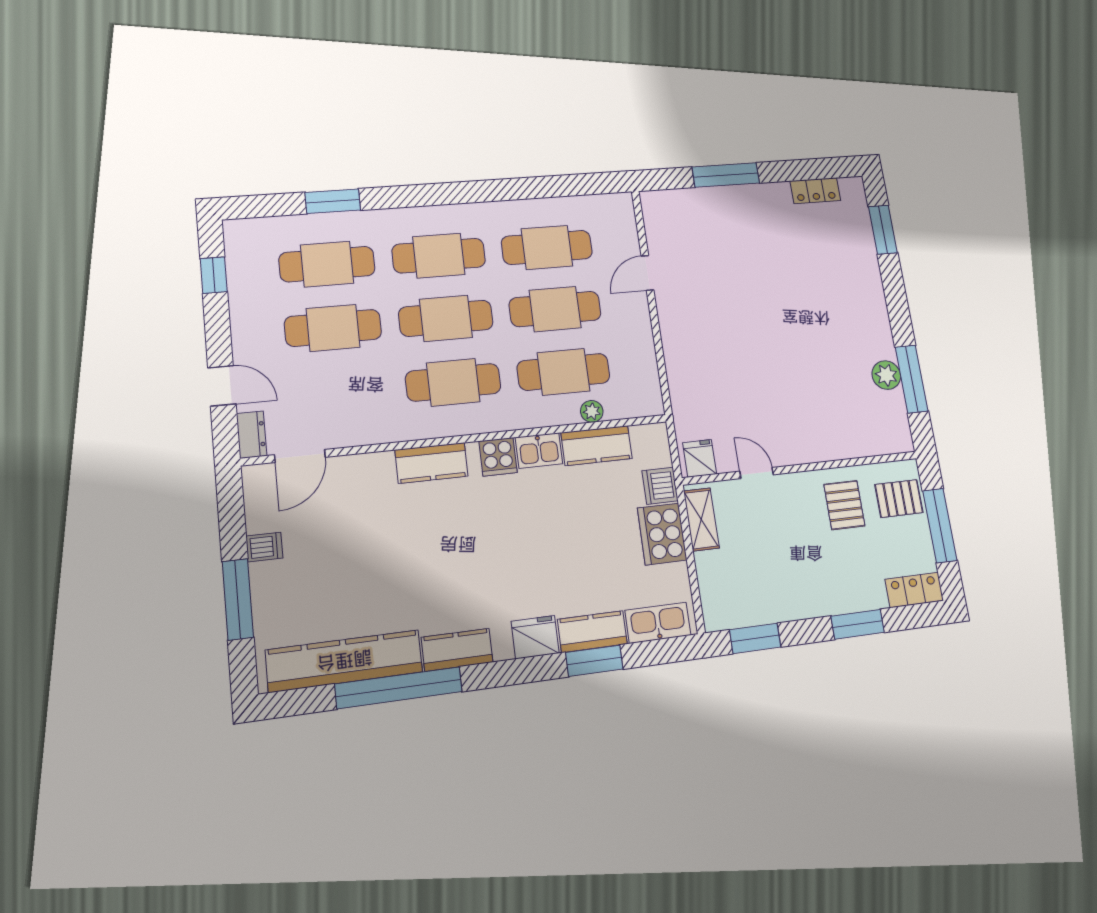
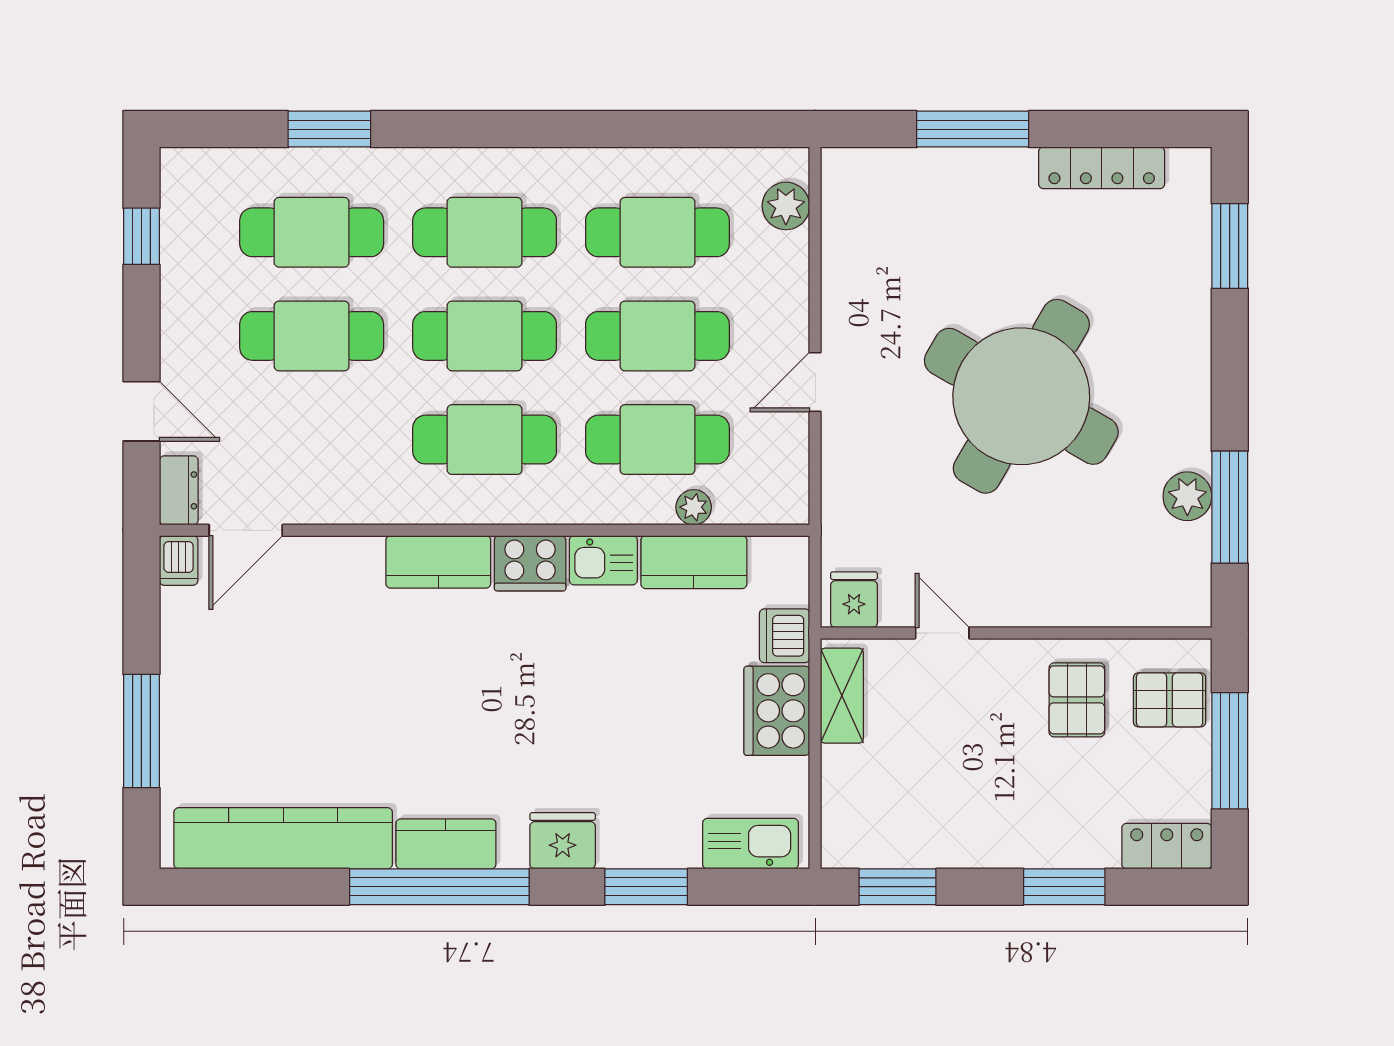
locker: (815, 191) -> (1102, 168), width x1.53
plant: (623, 226) -> (786, 206), added
door: (647, 273) -> (815, 382), moved
round table: (780, 326) -> (1021, 396), added
cooker: (498, 457) -> (530, 563), width x1.36
dishwasher: (264, 547) -> (179, 560), moved, turned 90
kitchen counter: (592, 632) -> (649, 844), removed
window: (399, 688) -> (439, 887), moved

